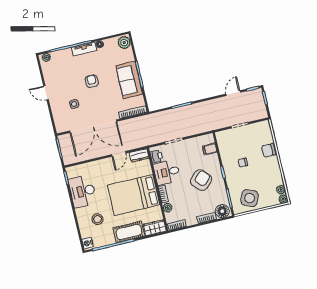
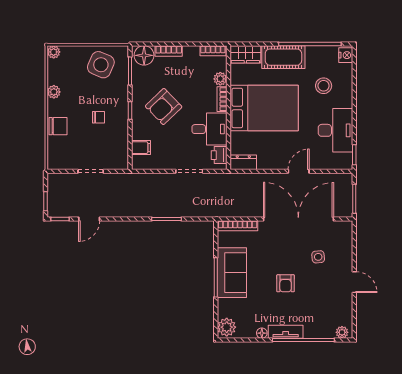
door: (119, 154) -> (299, 171), moved
plant: (281, 190) -> (54, 92), moved

